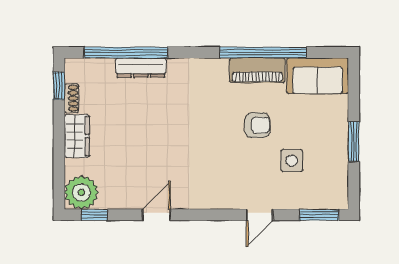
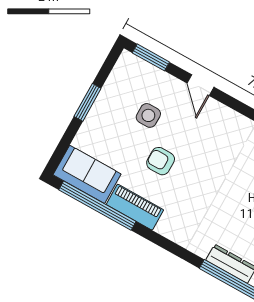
window: (263, 52) -> (97, 206), moved
door: (260, 215) -> (201, 85), swing flipped

